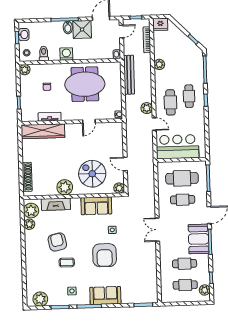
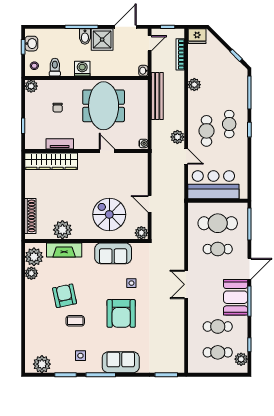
meeting table: (85, 84) -> (104, 106), turned 90
door: (89, 121) -> (107, 151), swing flipped
plant: (65, 187) -> (62, 230), moved

